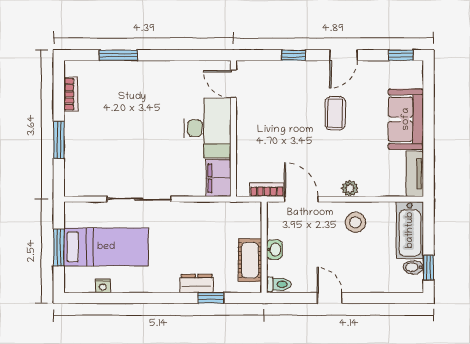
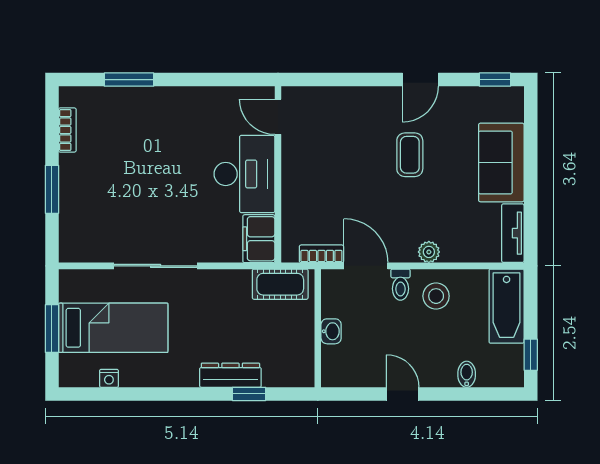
window: (294, 55) -> (356, 80), removed
cot: (250, 260) -> (280, 284), moved, turned 90
bidet: (413, 267) -> (467, 374), moved, turned 90
dresser: (197, 284) -> (230, 375), width x1.44
toilet: (279, 284) -> (400, 285), moved, turned 90

